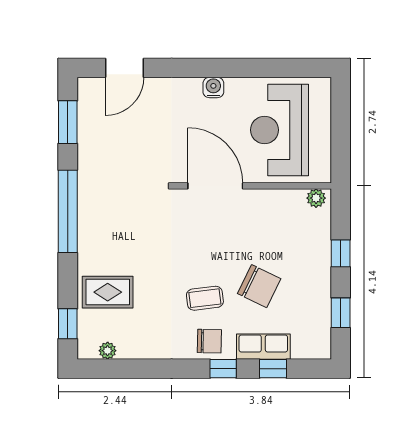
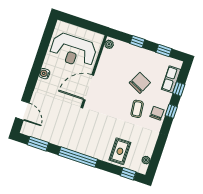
row of seats: (263, 347) -> (171, 79), moved

